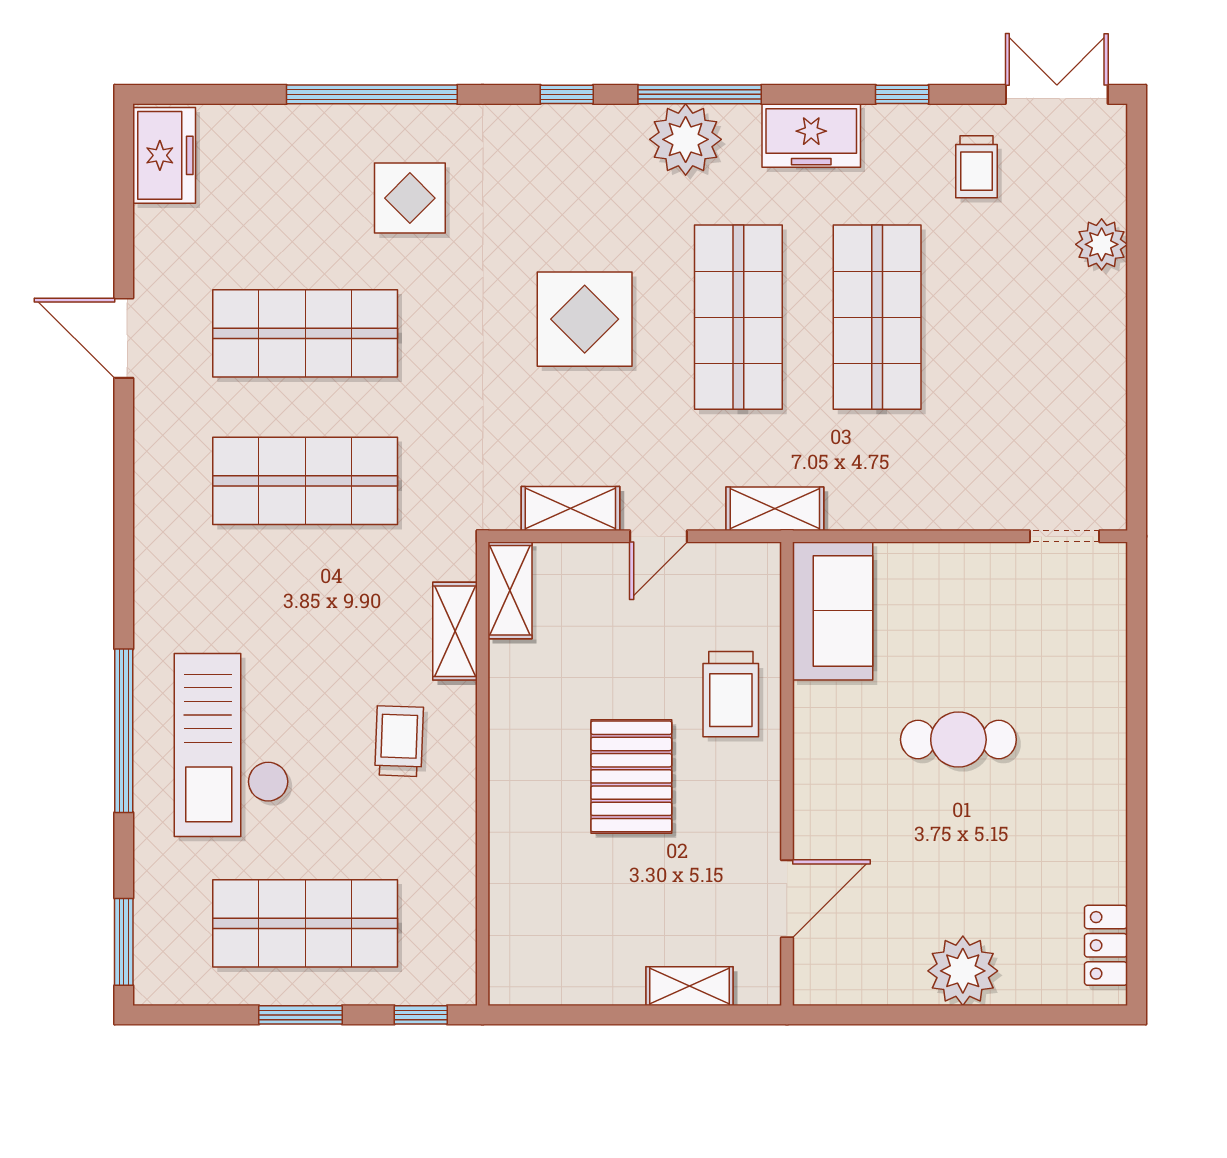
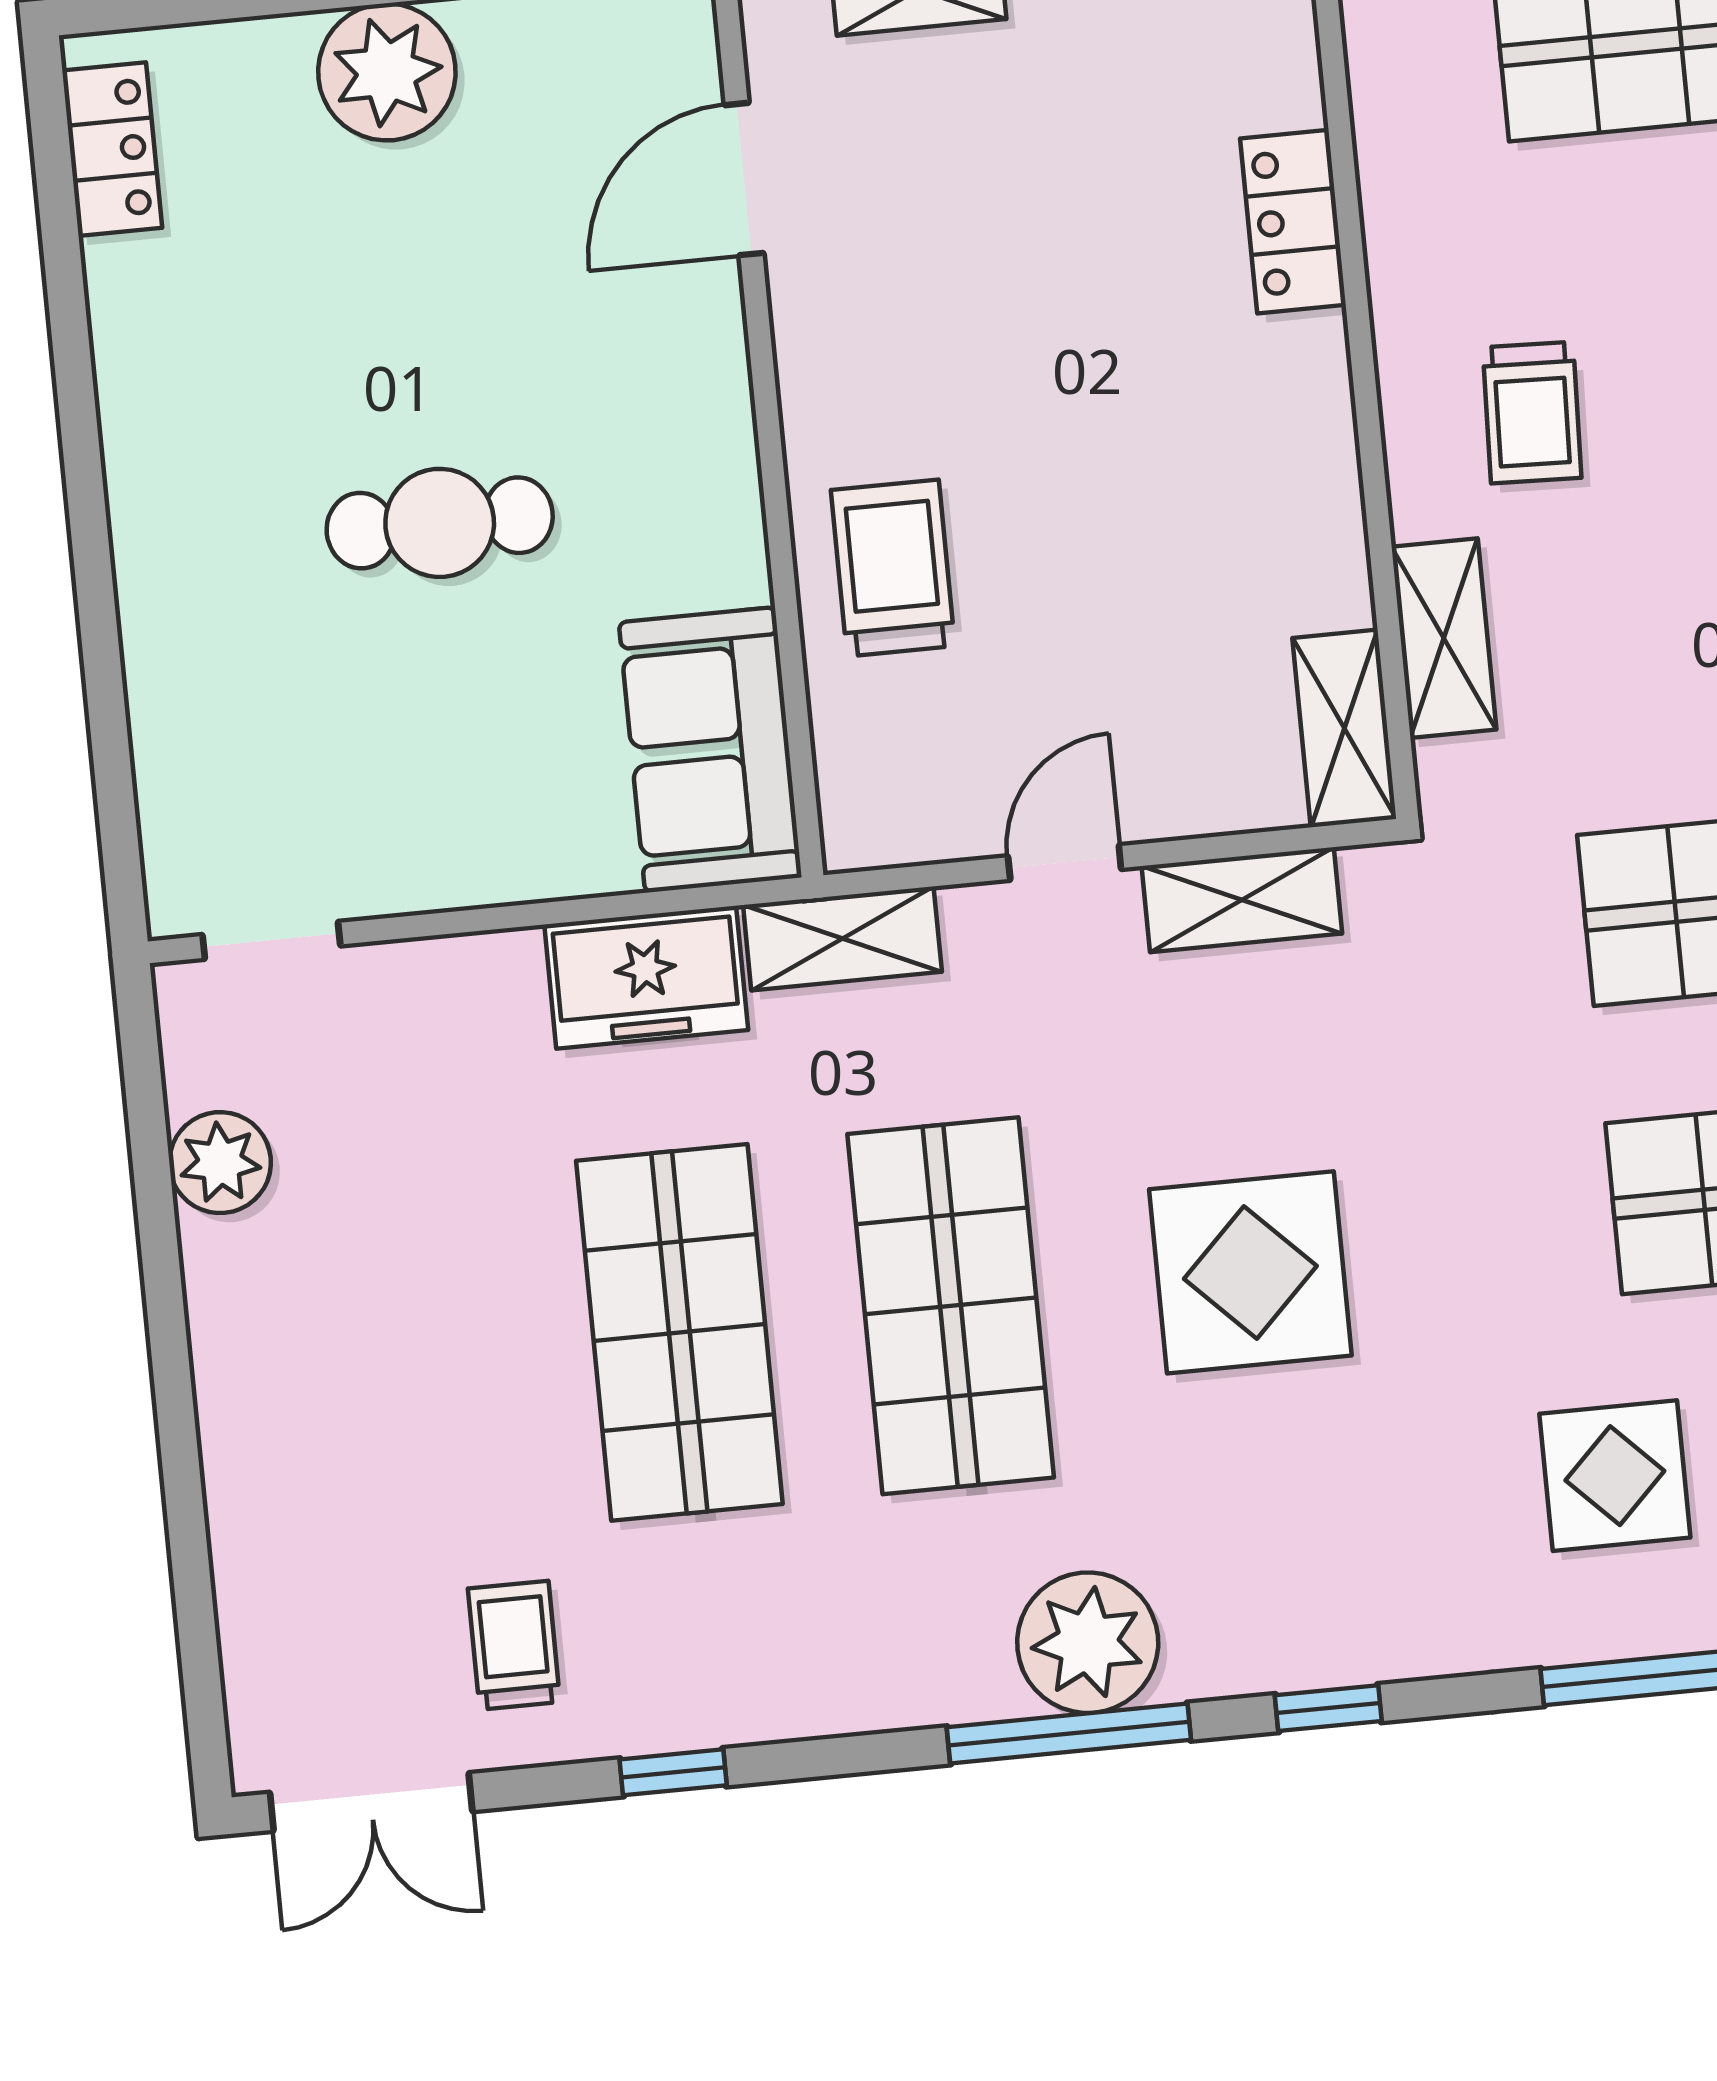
freezer: (811, 135) -> (646, 977), moved, turned 180
plant: (1102, 244) -> (220, 1163), moved
pallet: (631, 776) -> (1072, 388), removed
locker: (511, 850) -> (1293, 222), added

